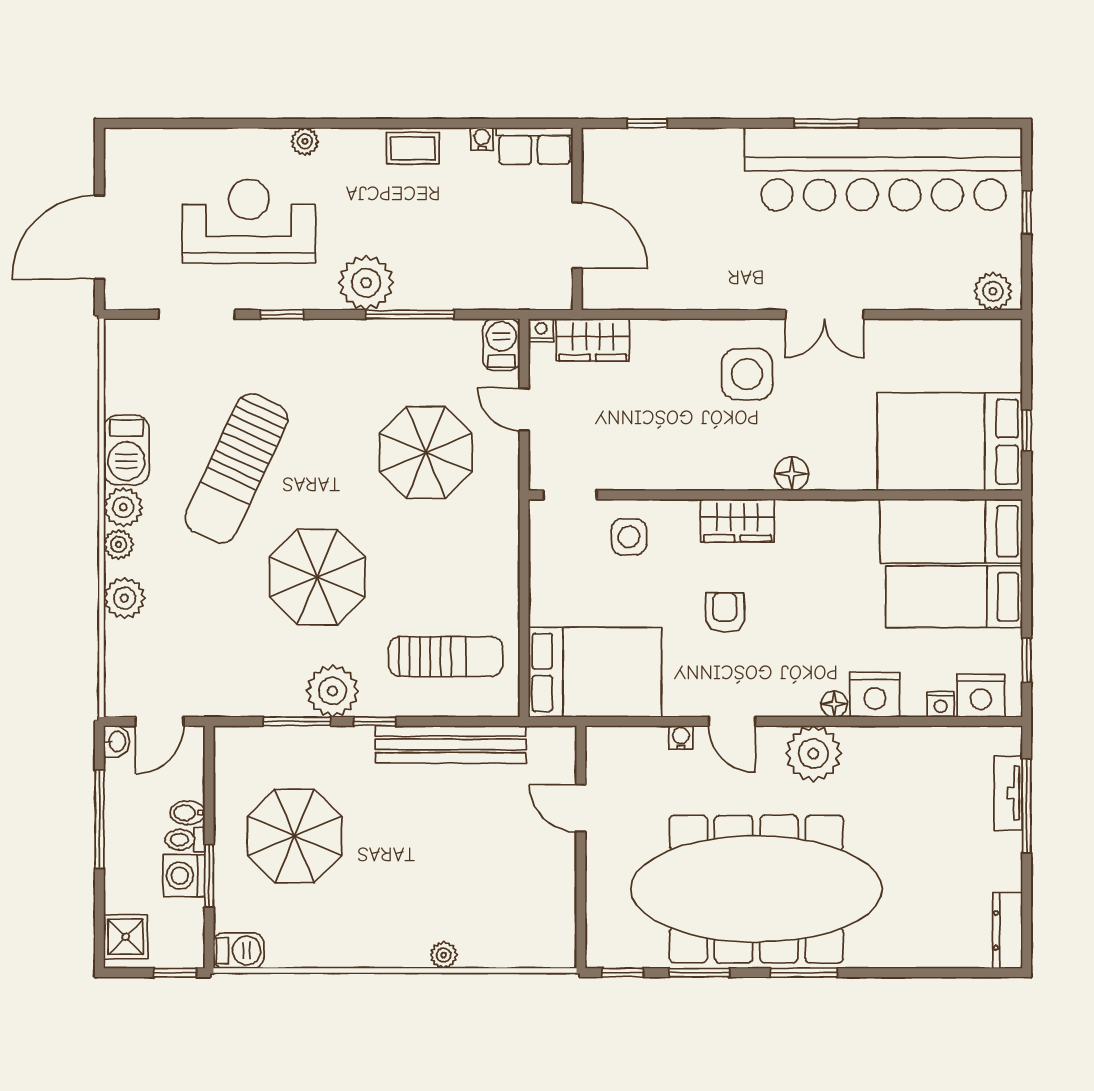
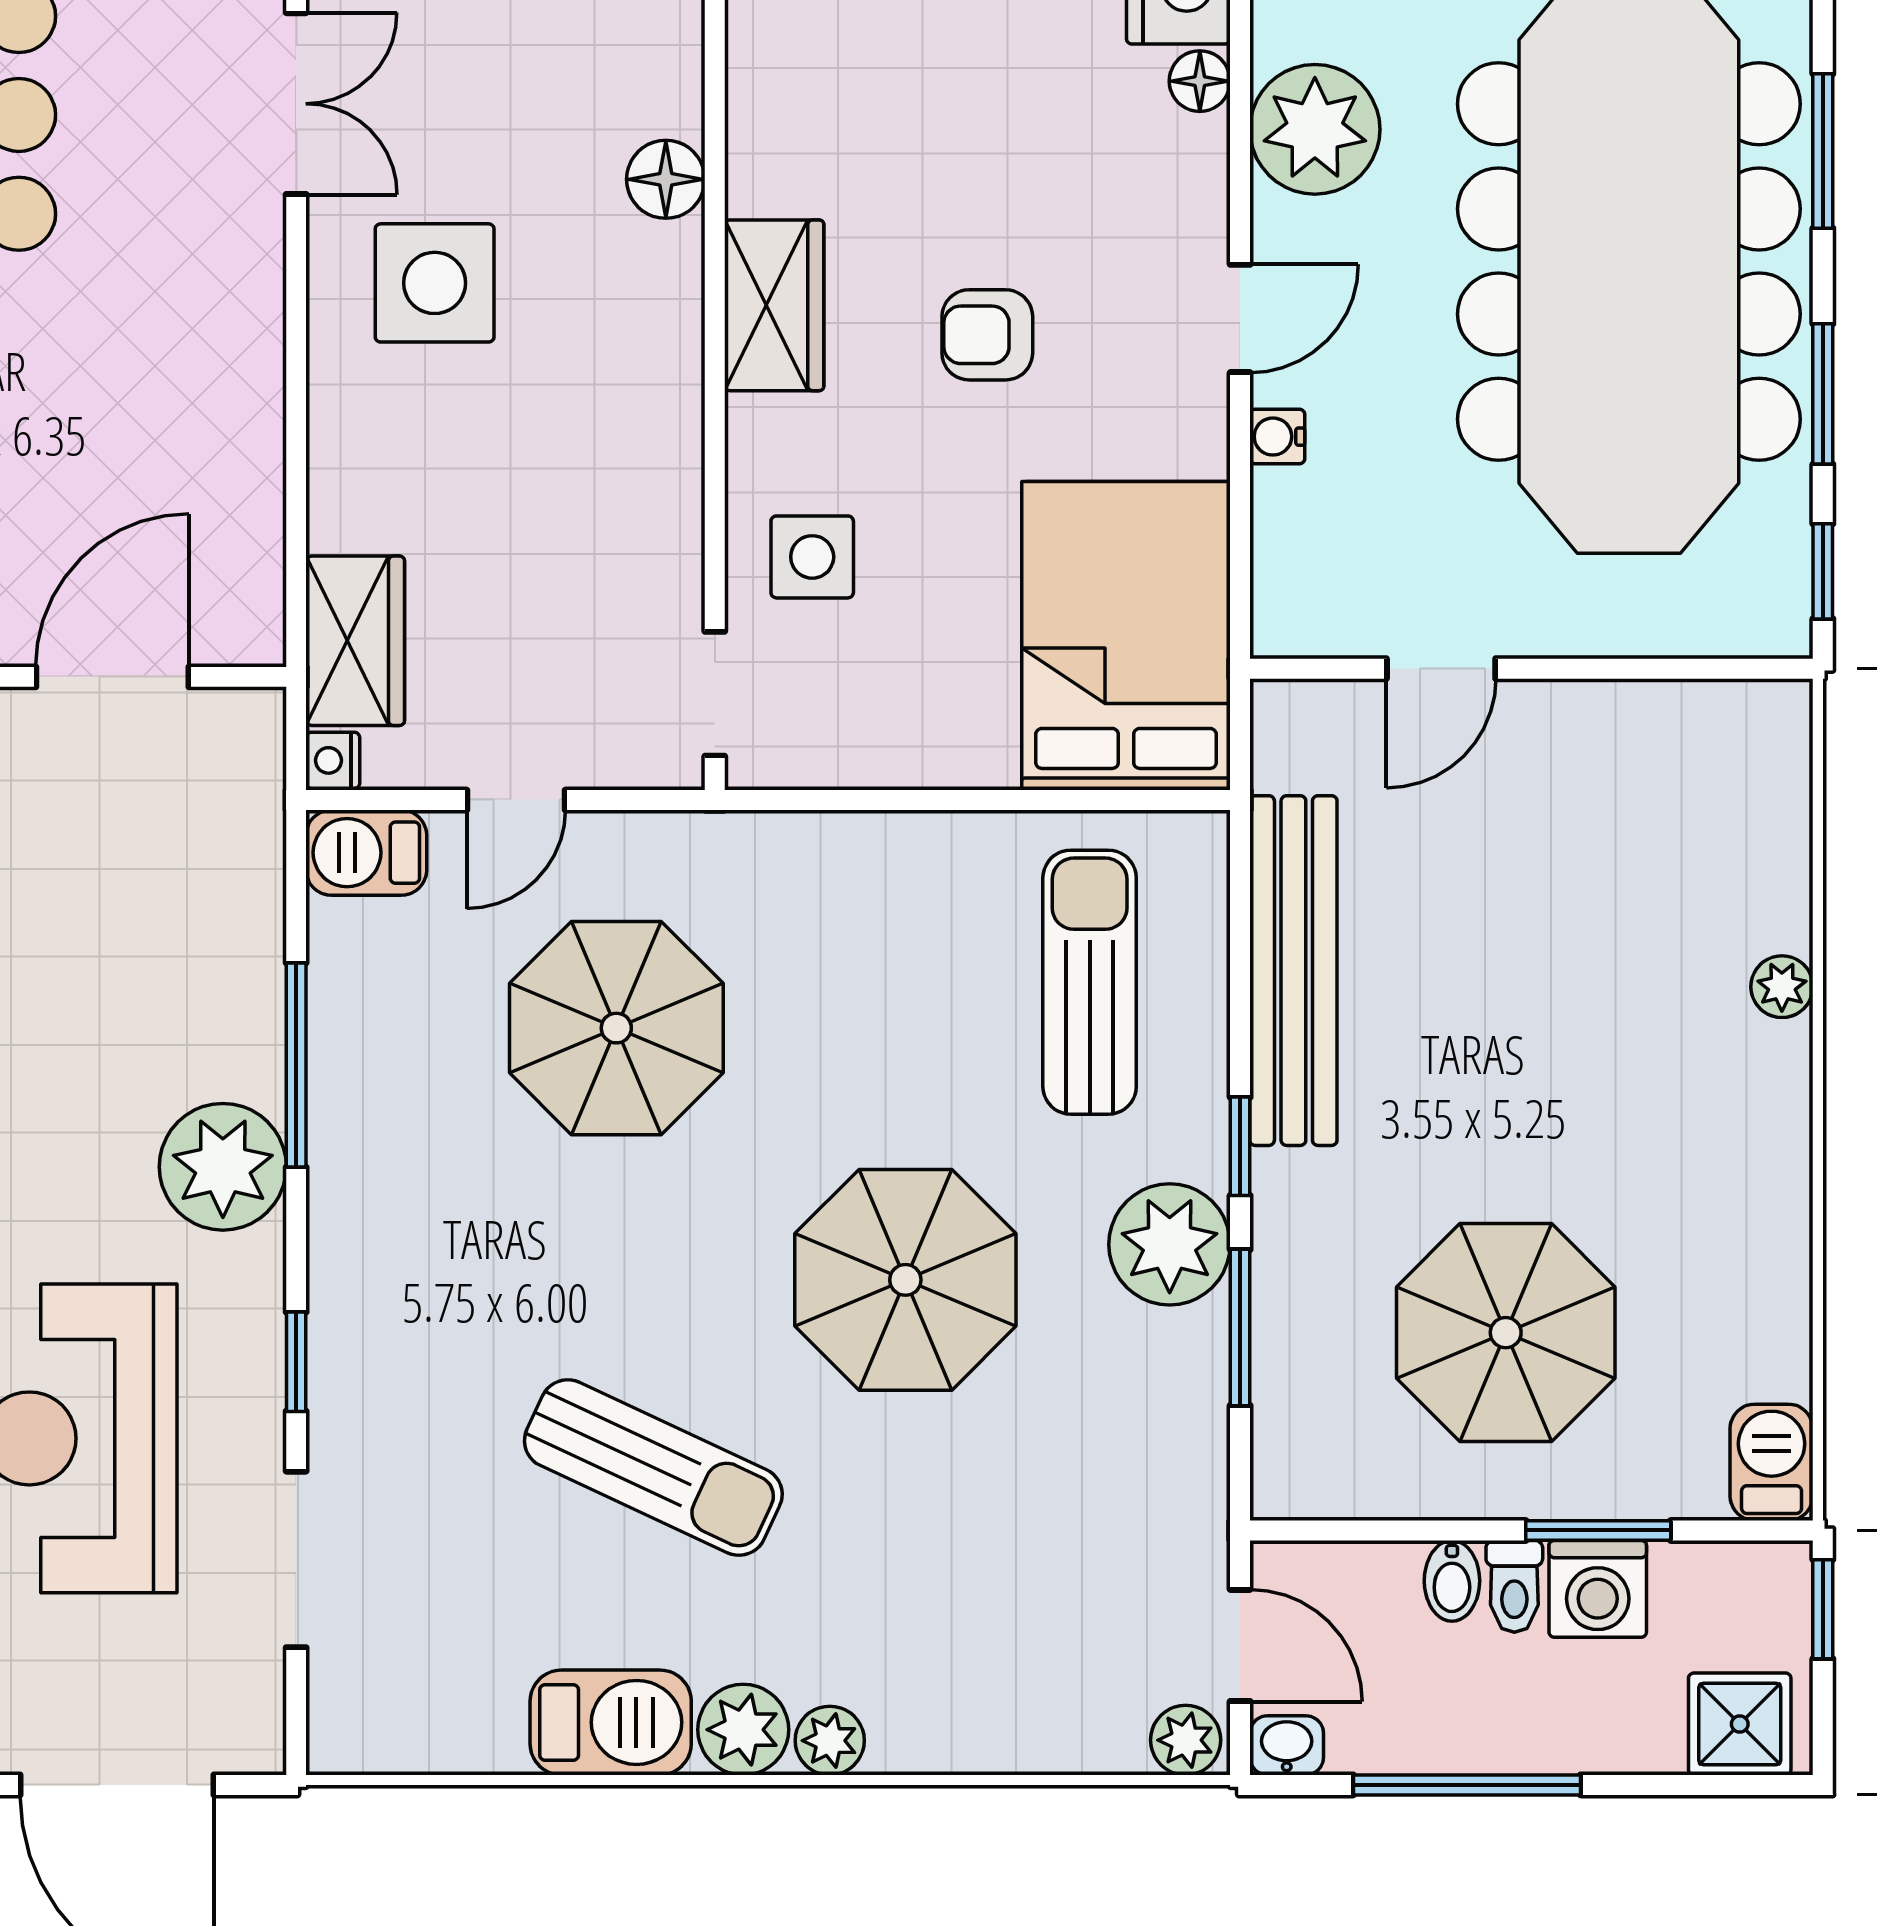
sun lounger: (236, 468) -> (653, 1468), width x0.73, depth x0.75
plant: (124, 598) -> (1186, 1740), moved, width x0.73, depth x0.73

